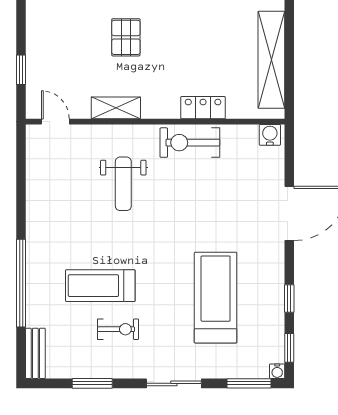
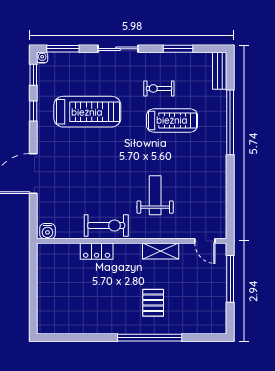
shelving: (271, 60) -> (46, 286), removed
window: (21, 70) -> (230, 279), width x2.17
treadmill: (216, 298) -> (87, 112), turned -90

